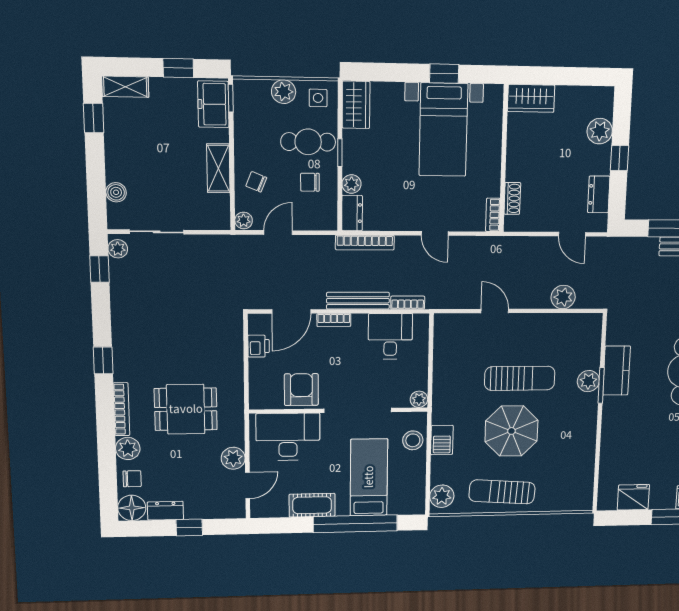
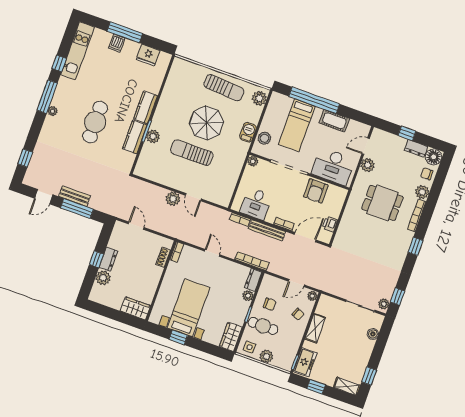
dresser: (599, 194) -> (108, 259), moved
plant: (563, 297) -> (173, 199), moved
kitchen counter: (613, 420) -> (146, 107), added

